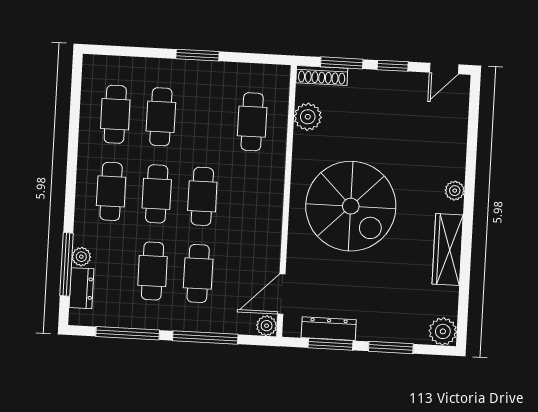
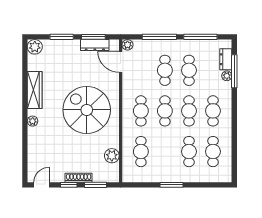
shoe rack: (322, 75) -> (79, 178), moved
cafe table: (248, 199) -> (141, 111), added
door: (281, 294) -> (121, 62), swing flipped

